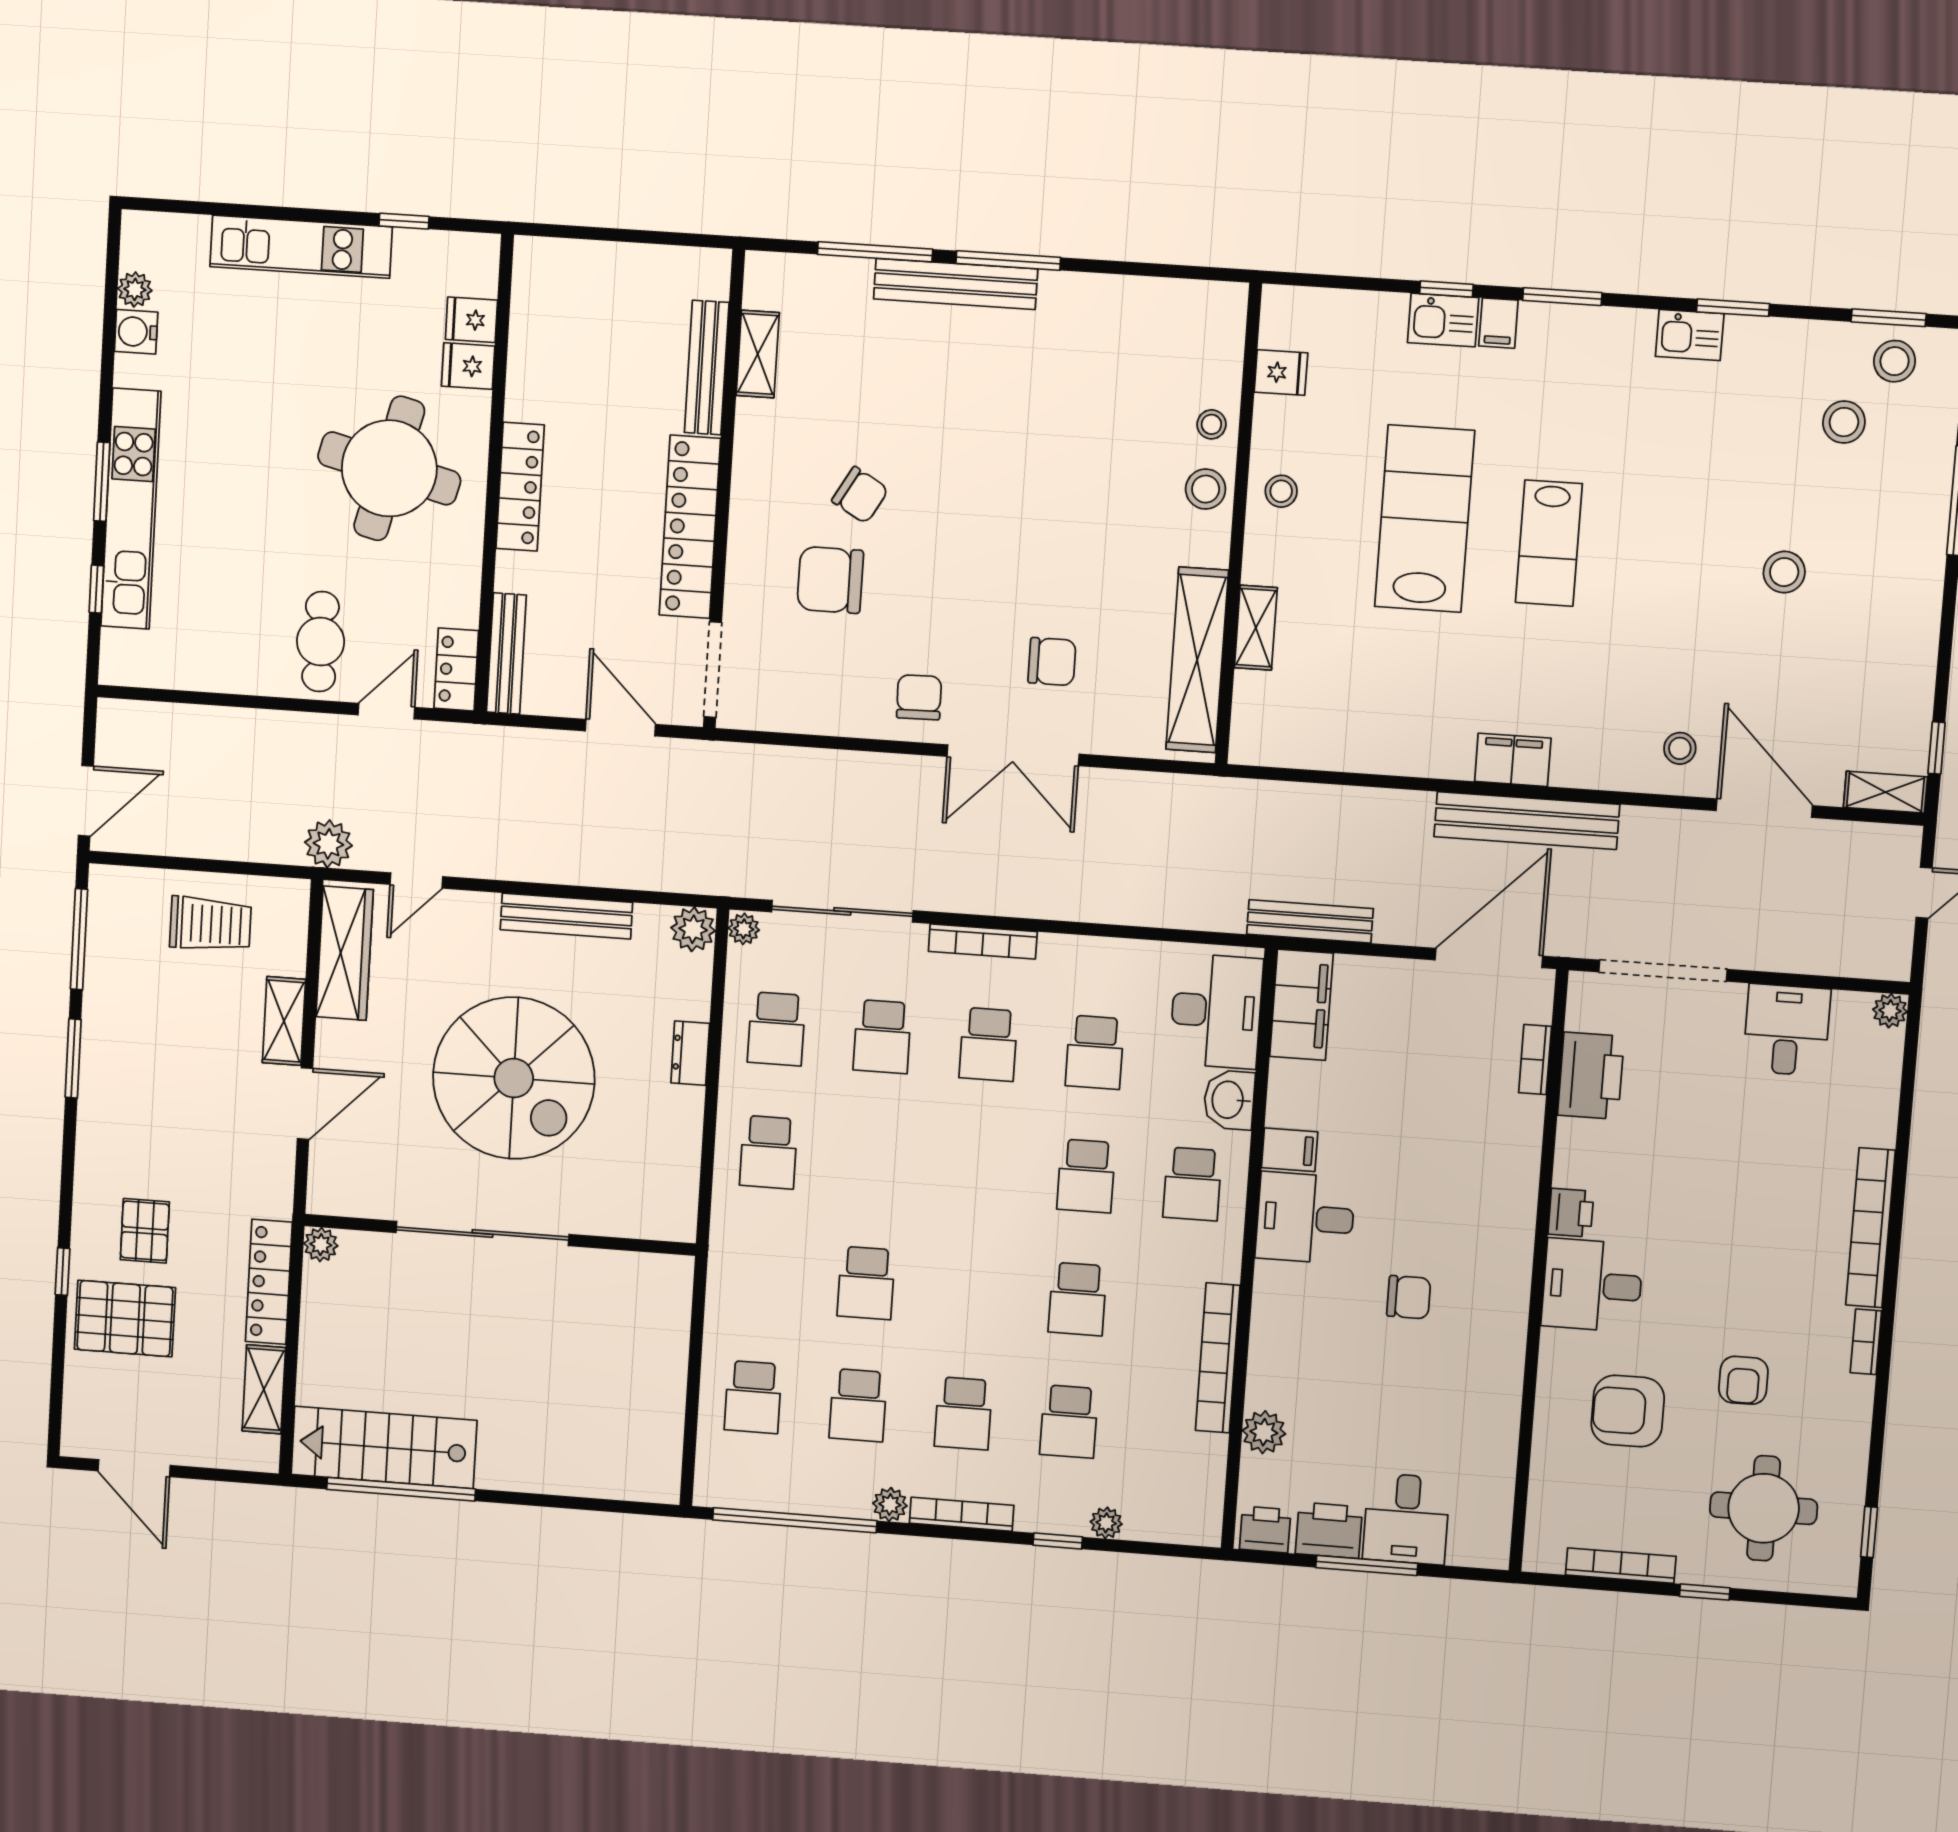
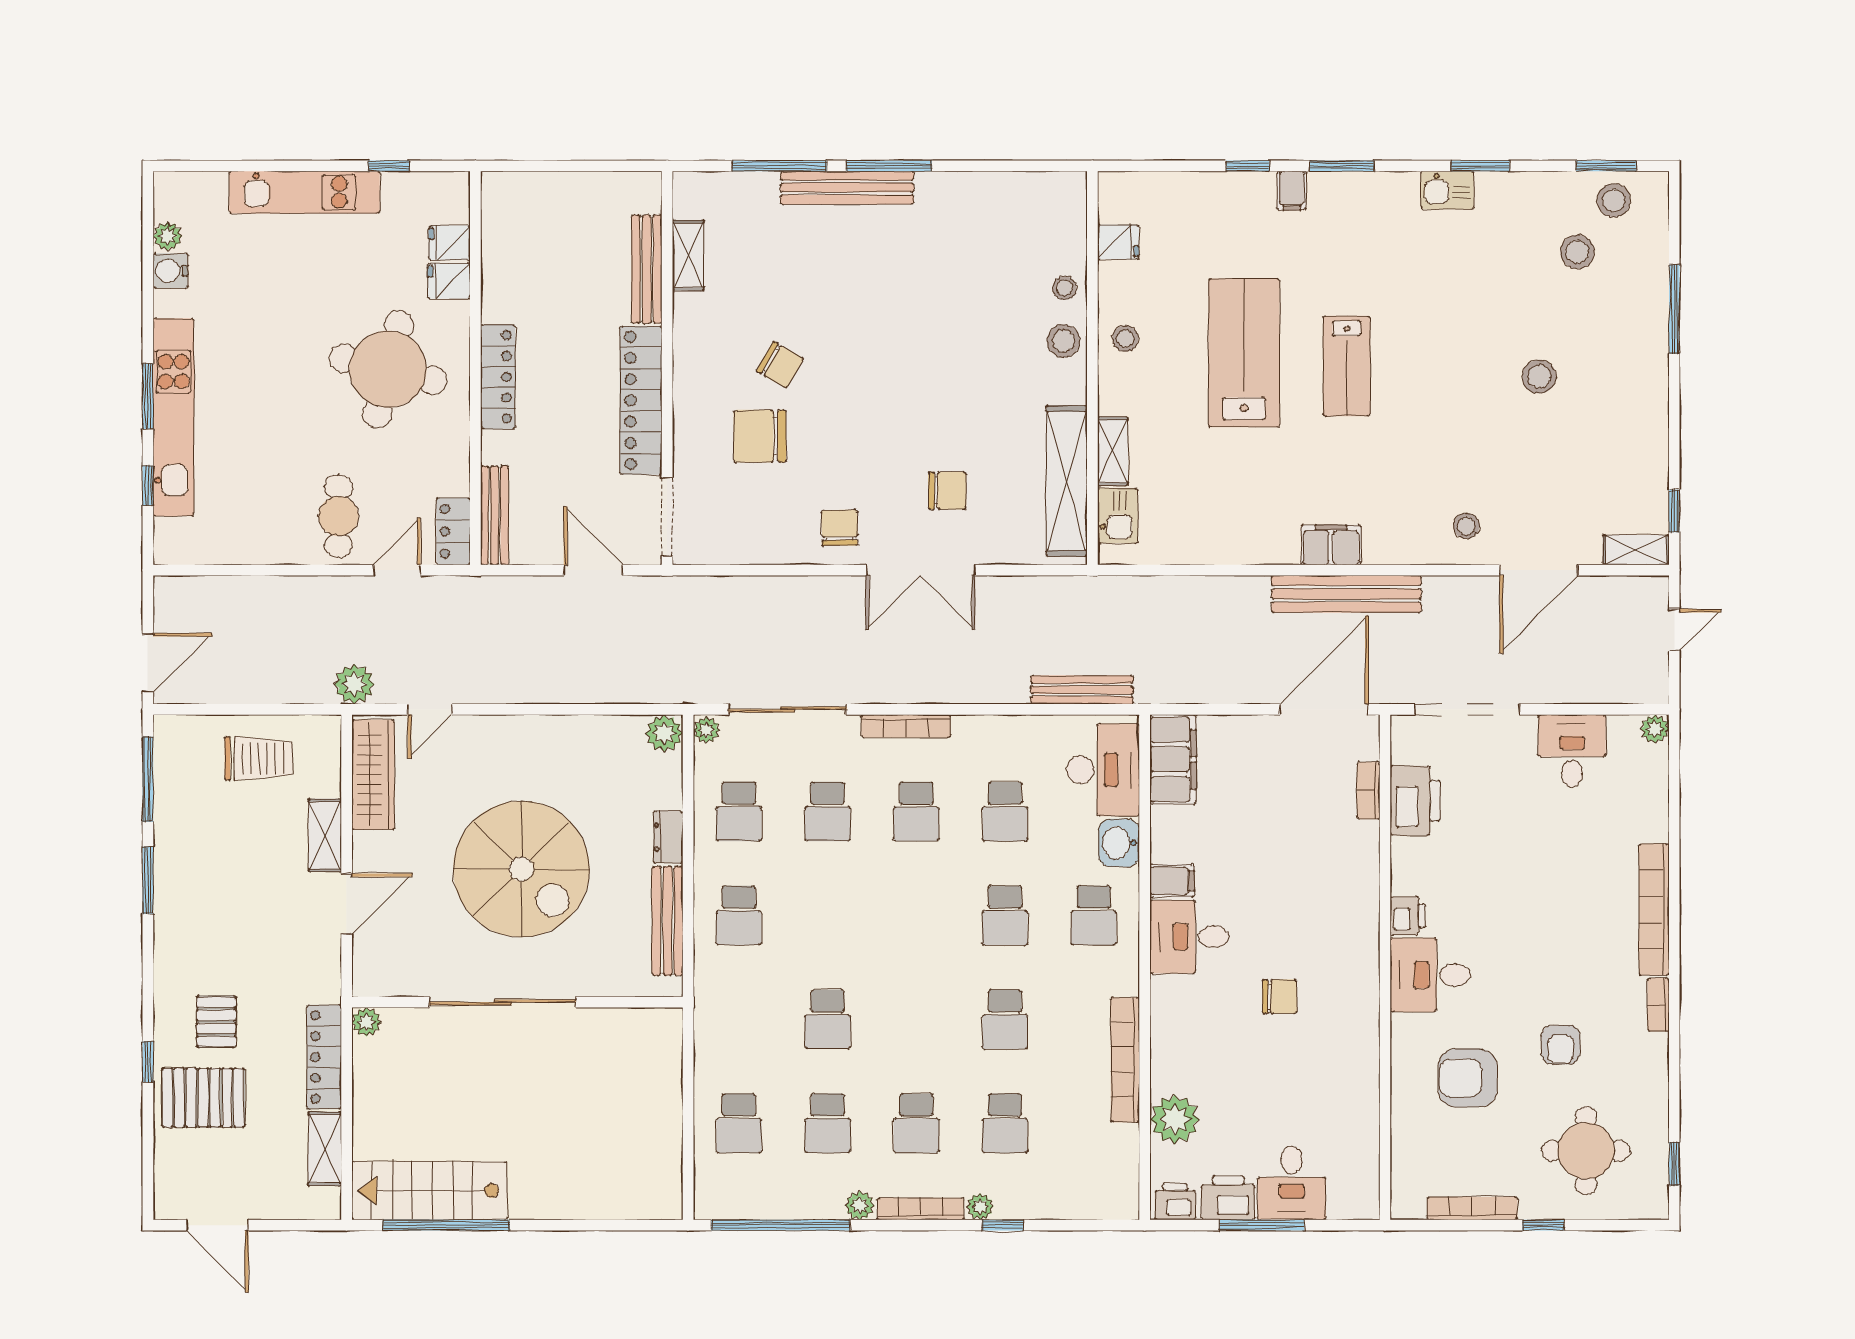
kitchen sink: (1443, 320) -> (1118, 516), moved, turned -90
door: (1764, 808) -> (1539, 570), swing flipped
bench: (566, 916) -> (667, 921), moved, turned 90
bench: (1310, 921) -> (1082, 690), moved
plant: (1264, 1432) -> (1175, 1119), width x1.36, depth x1.36
plant: (1106, 1523) -> (980, 1207), moved

